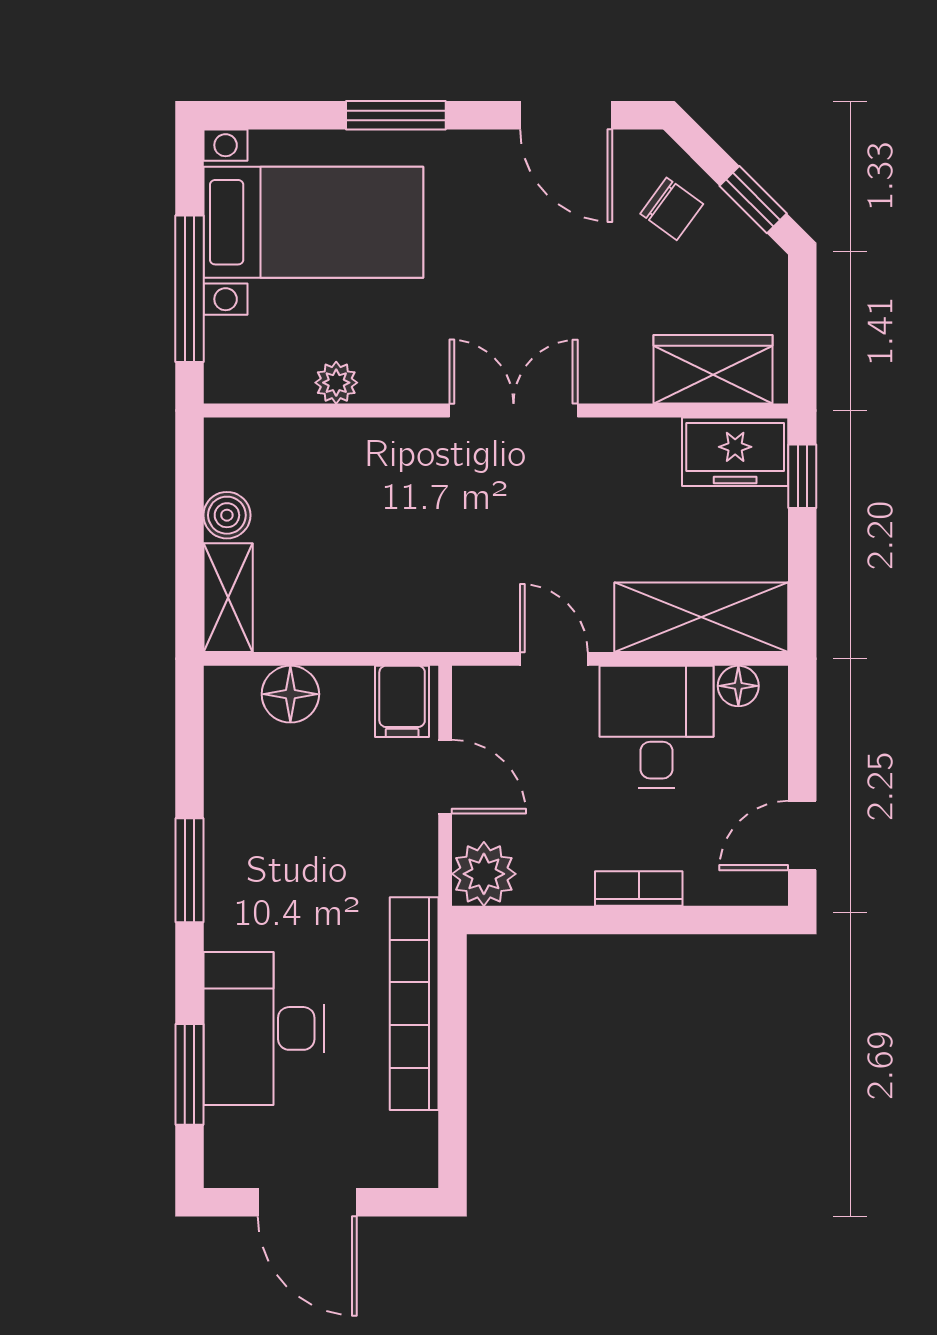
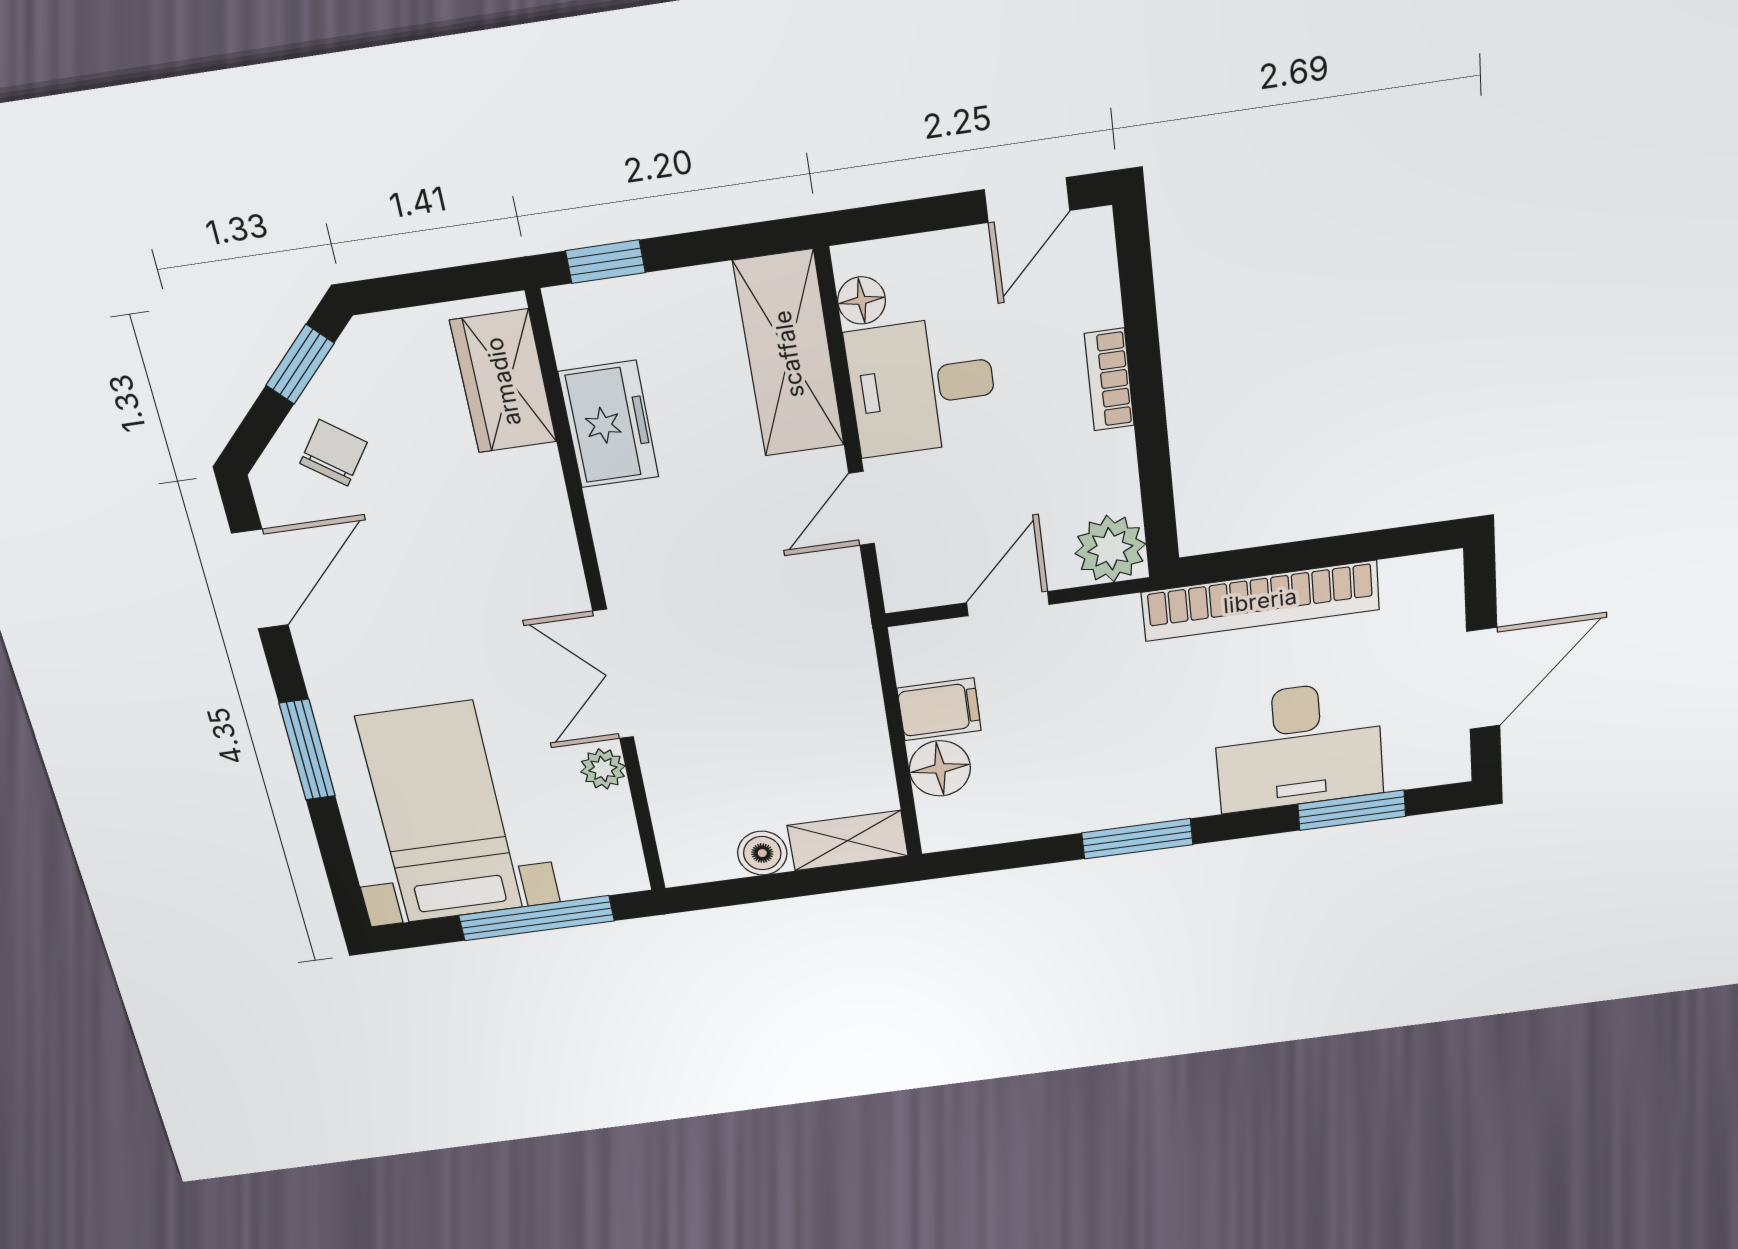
double door: (514, 410) -> (613, 674), moved
freezer: (735, 452) -> (609, 424), moved
filing cabinet: (402, 701) -> (939, 709), moved
door: (802, 836) -> (1027, 200), hinge flipped

